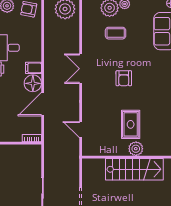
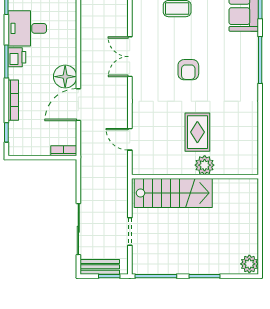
filing cabinet: (34, 68) -> (66, 56), removed
stairs: (134, 169) -> (173, 193), moved

